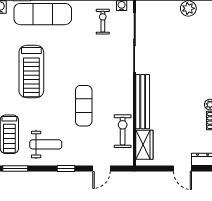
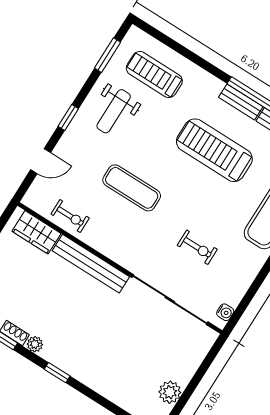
exercise bike: (103, 22) -> (197, 247), moved
exercise bike: (123, 131) -> (70, 216), width x0.73, depth x0.72
door: (101, 168) -> (41, 161), swing flipped

